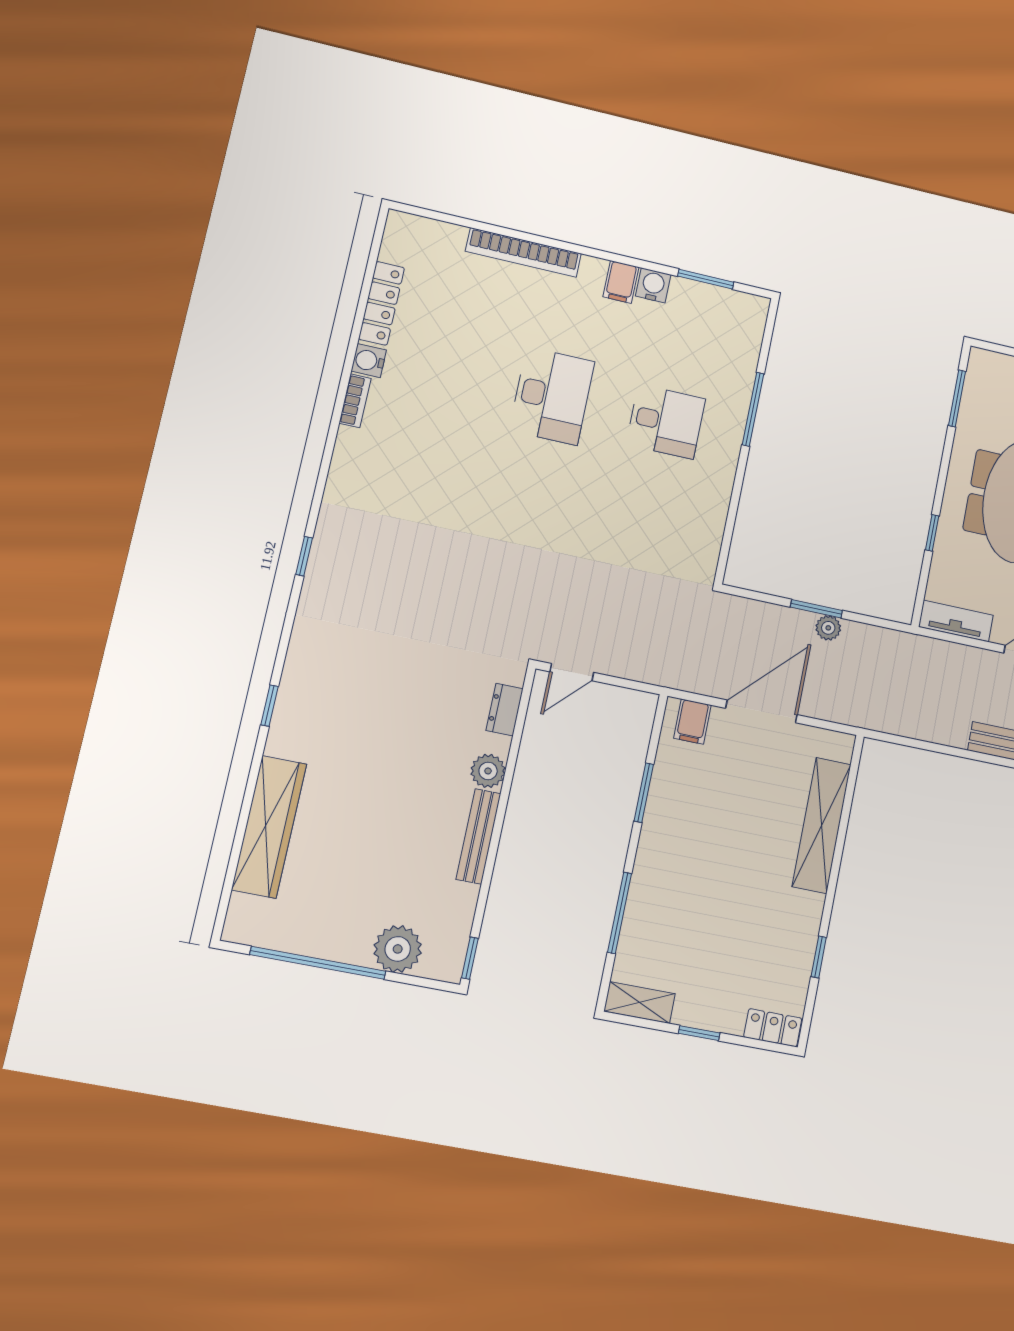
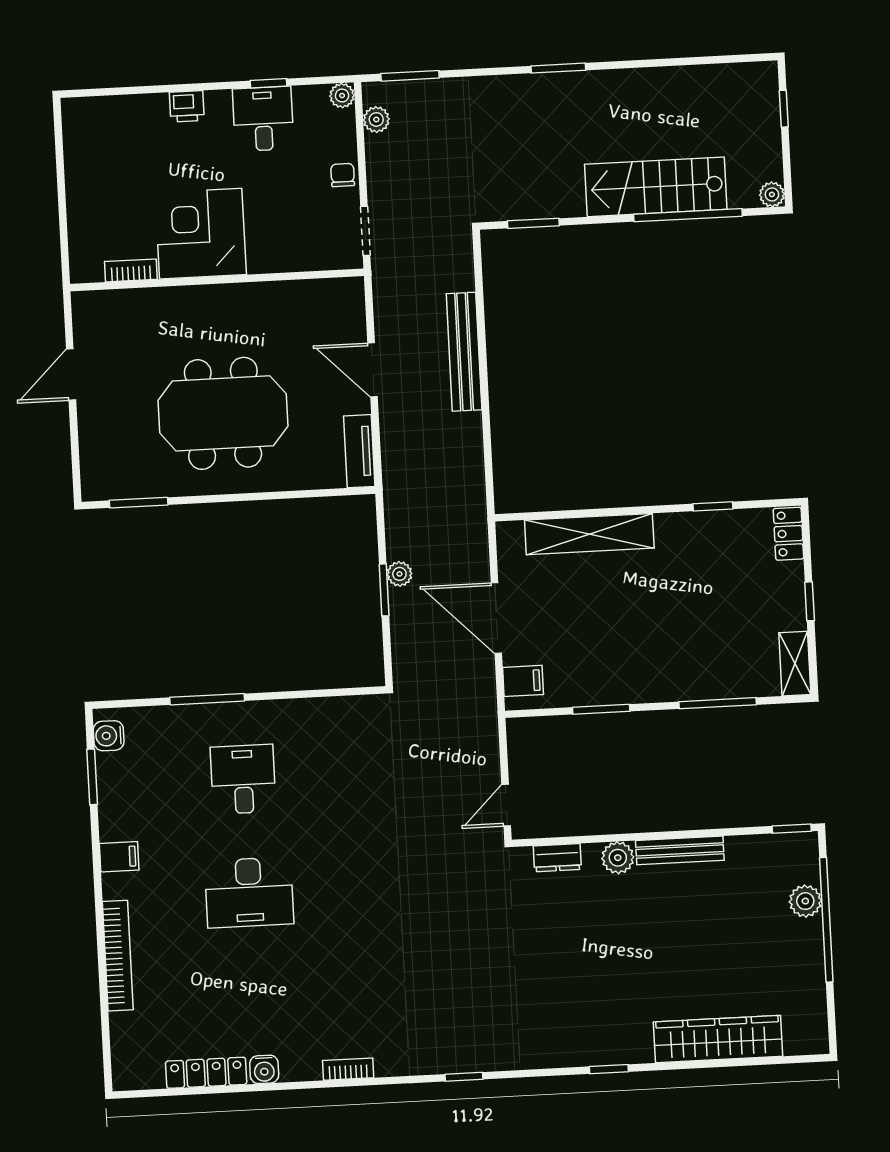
water cooler: (653, 285) -> (109, 736), moved
desk: (552, 396) -> (249, 892), turned 180
bookcase: (355, 401) -> (348, 1069), moved
window: (932, 533) -> (279, 495), removed
door: (572, 672) -> (506, 805), swing flipped
plant: (398, 949) -> (805, 901), width x0.73, depth x0.73
window: (318, 963) -> (826, 920), moved

